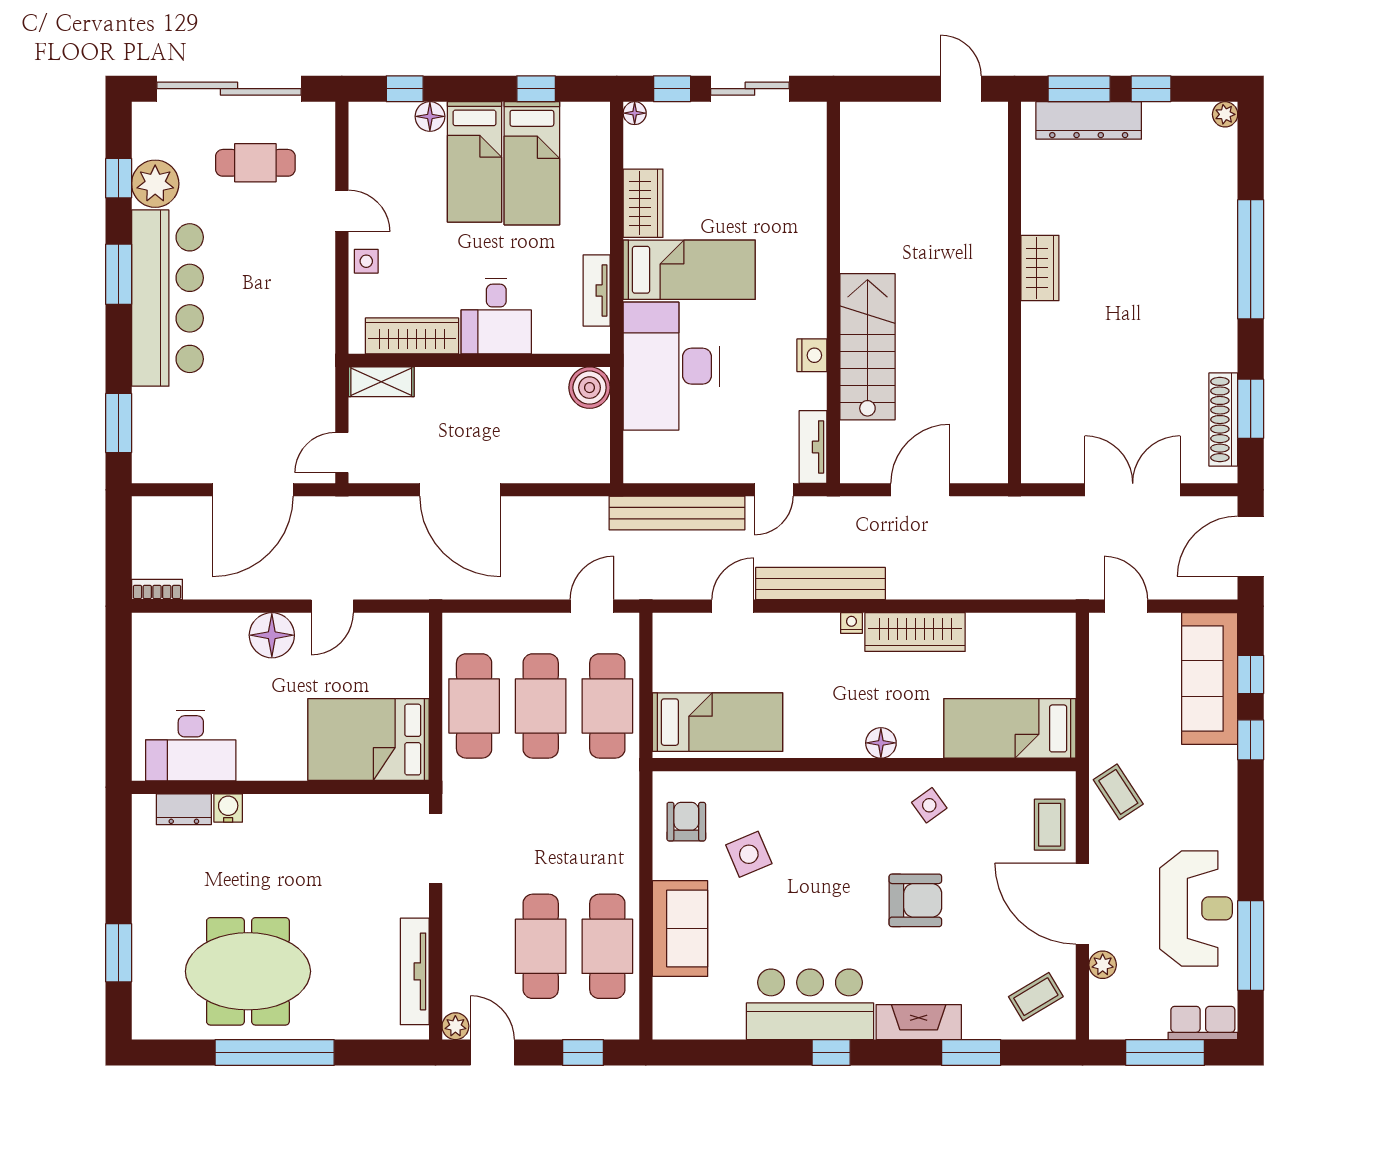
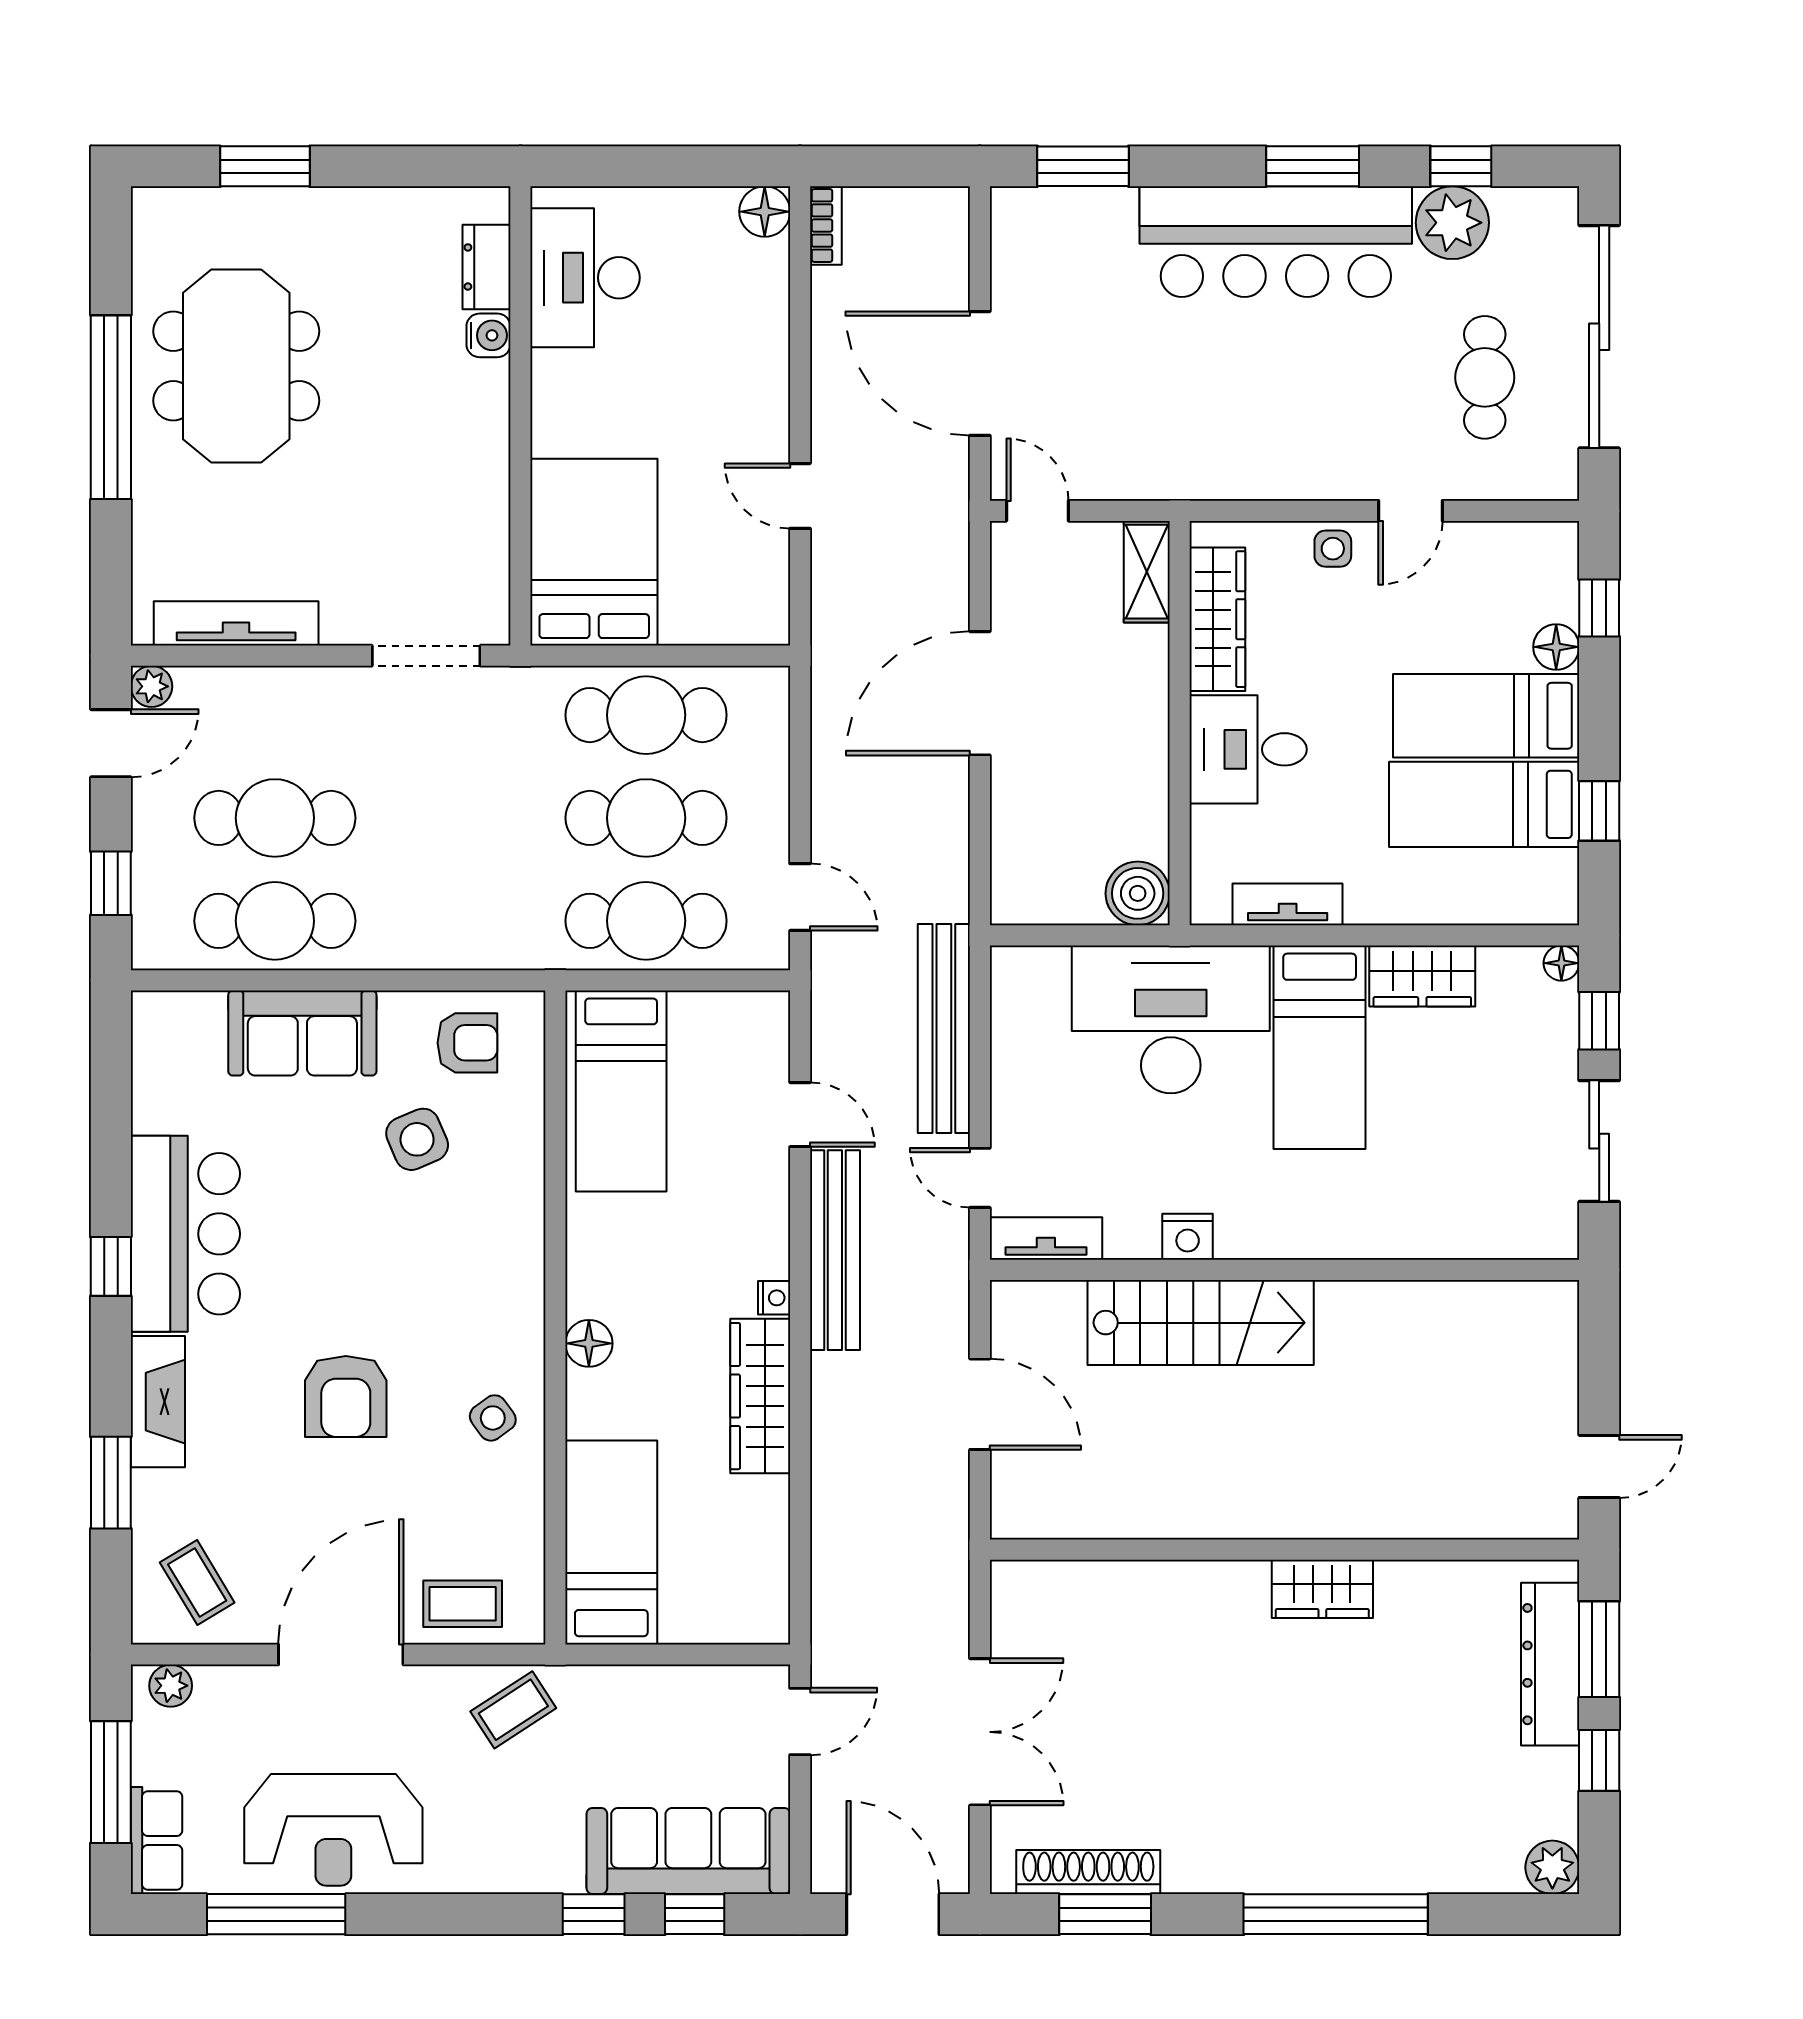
plant: (1225, 114) -> (1552, 1867), width x1.38, depth x1.38
floor lamp: (272, 635) -> (765, 212), moved, width x0.73, depth x0.73
plant: (1103, 965) -> (171, 1686), moved

